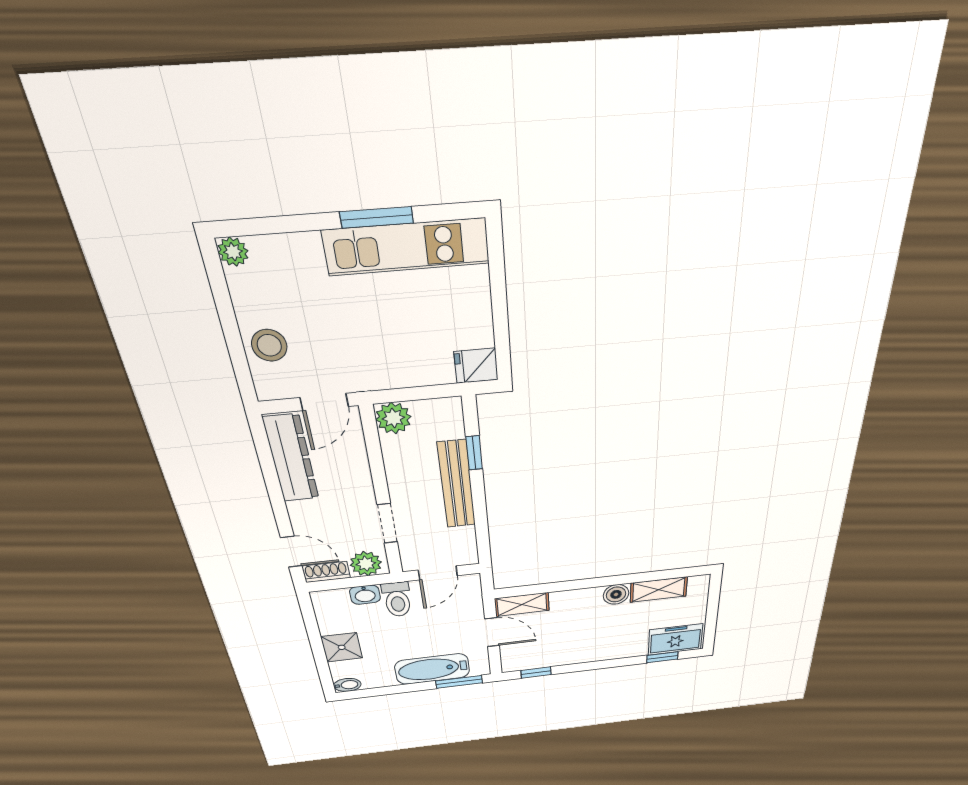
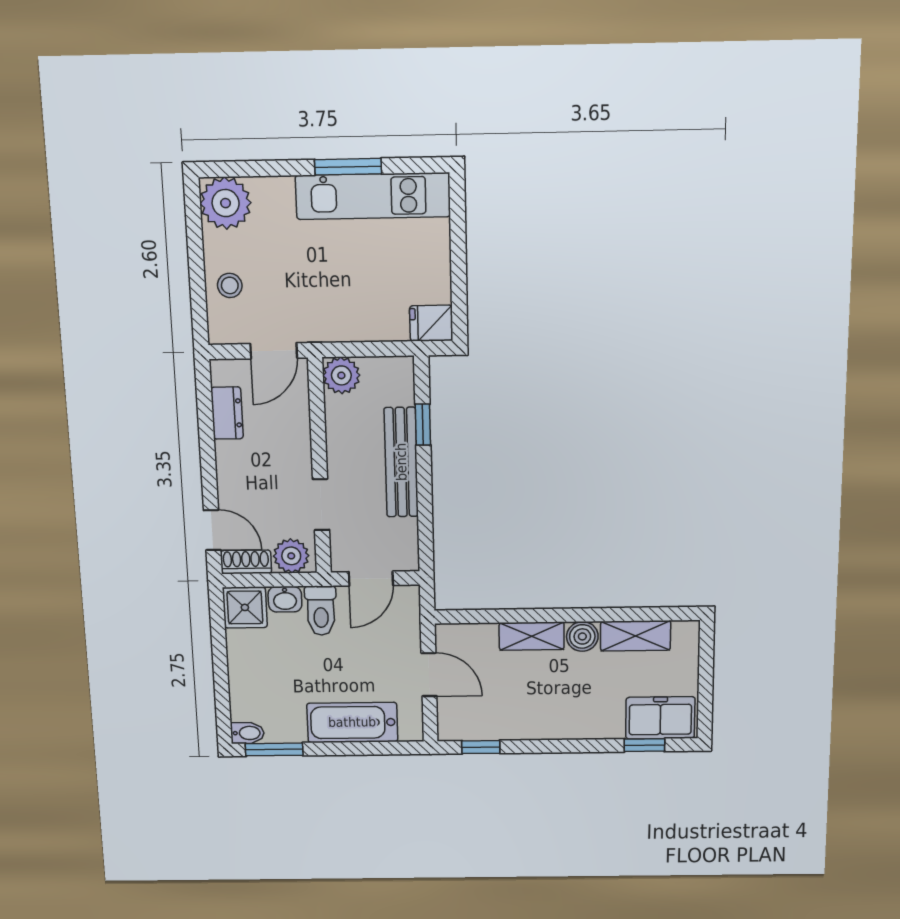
plant: (233, 252) -> (226, 203), width x1.87, depth x1.87
stool: (269, 345) -> (230, 285), width x0.73, depth x0.73
dresser: (291, 458) -> (227, 413), width x0.51, depth x0.80
shelving: (522, 604) -> (532, 636), moved
shower: (342, 647) -> (245, 607), moved
window: (459, 682) -> (274, 749), moved

